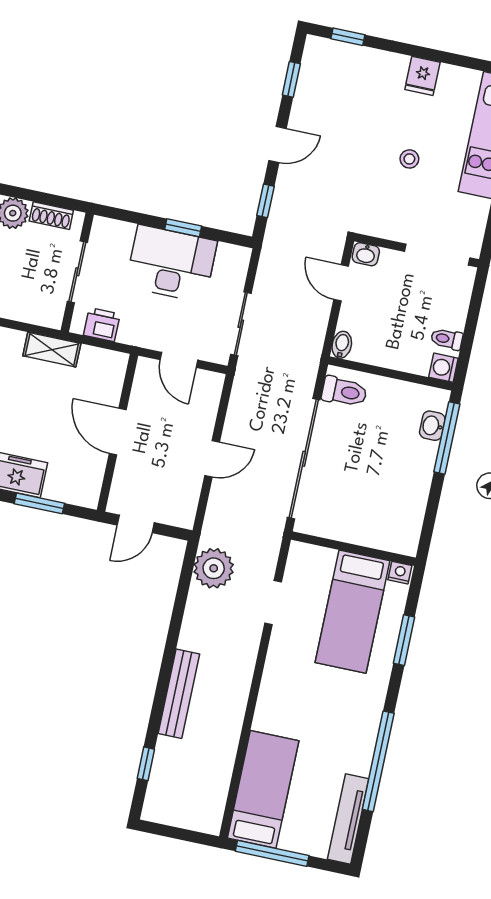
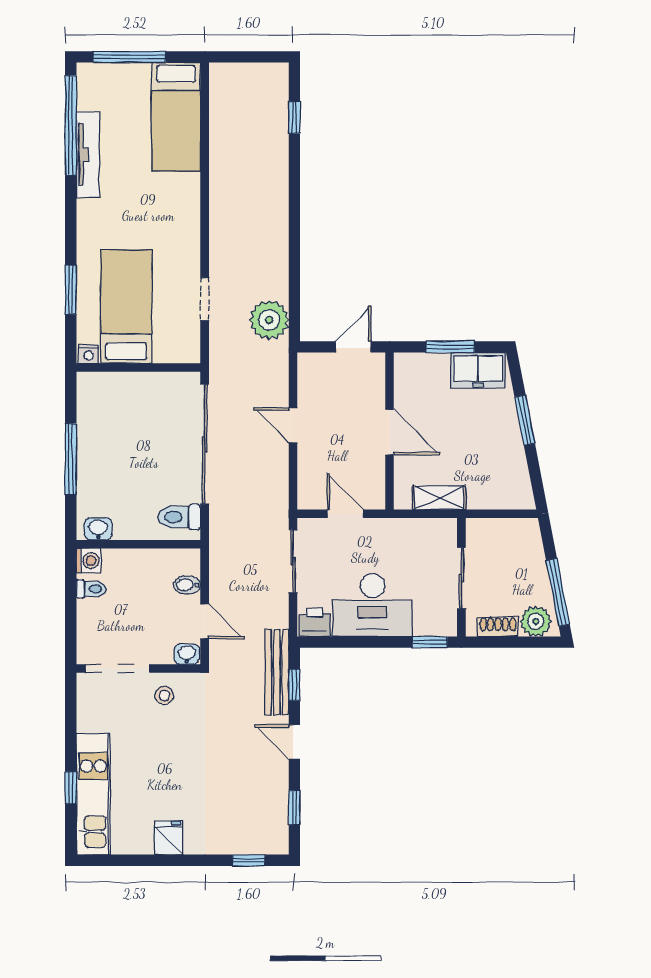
door: (278, 144) -> (294, 742), hinge flipped
stool: (409, 159) -> (164, 696), moved
window: (183, 228) -> (430, 642), moved
printer: (102, 325) -> (315, 623), moved, turned 180
bidet: (342, 345) -> (187, 585), moved, turned 90
shelving: (52, 350) -> (439, 498), moved
washbasin: (432, 426) -> (98, 529), moved, turned -90
window: (447, 438) -> (71, 459), moved
door: (212, 459) -> (293, 425), hinge flipped
bench: (179, 694) -> (277, 672), moved
window: (378, 761) -> (71, 125), moved
tv unit: (348, 819) -> (88, 154), moved
window: (272, 853) -> (129, 57), moved

